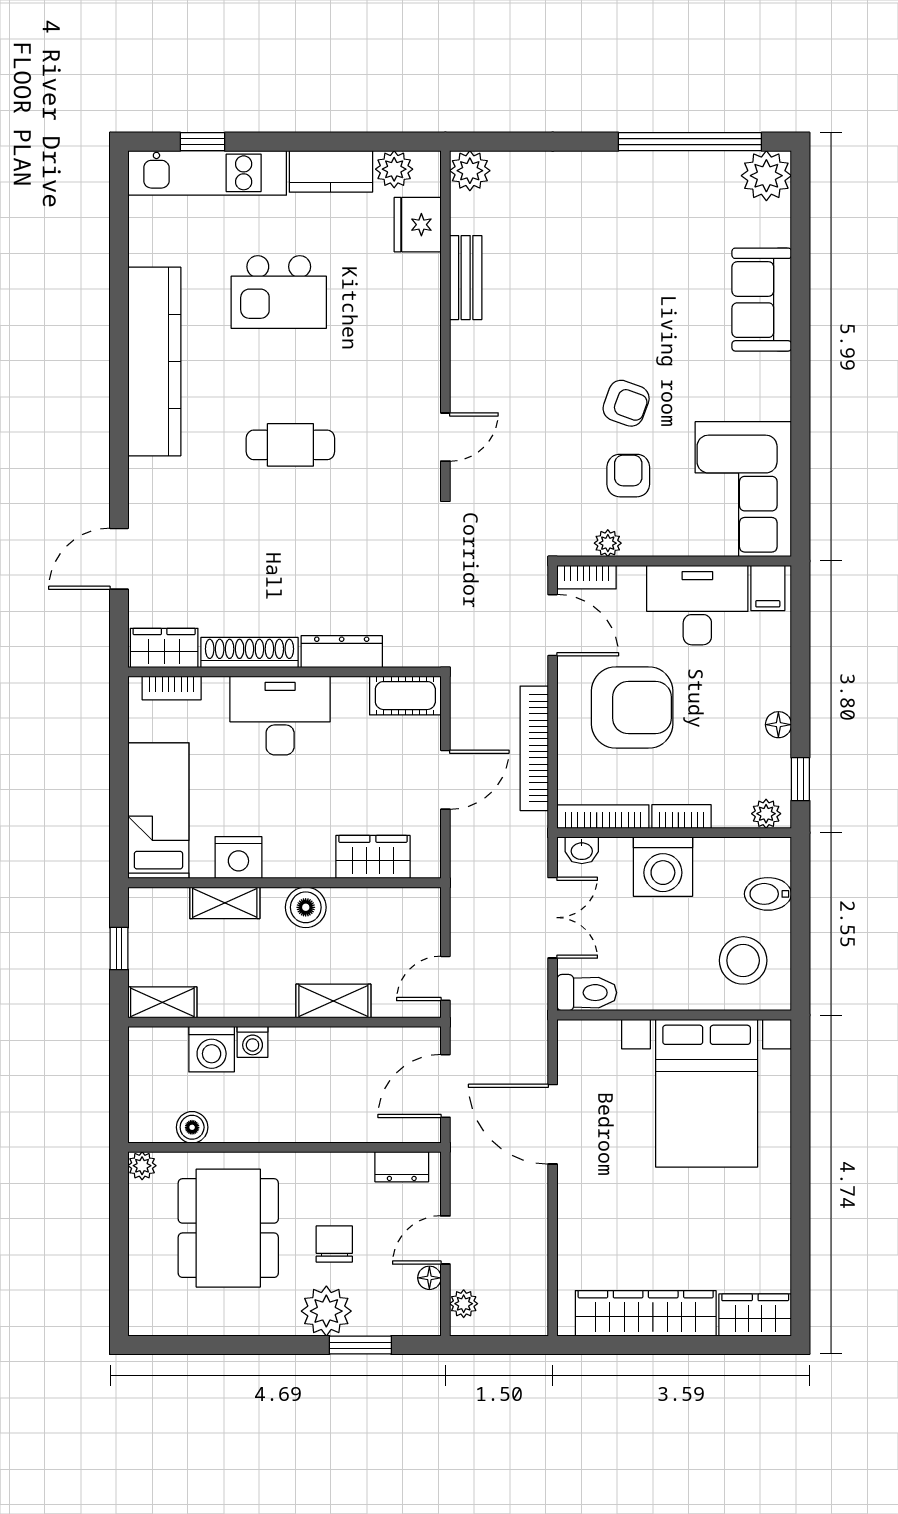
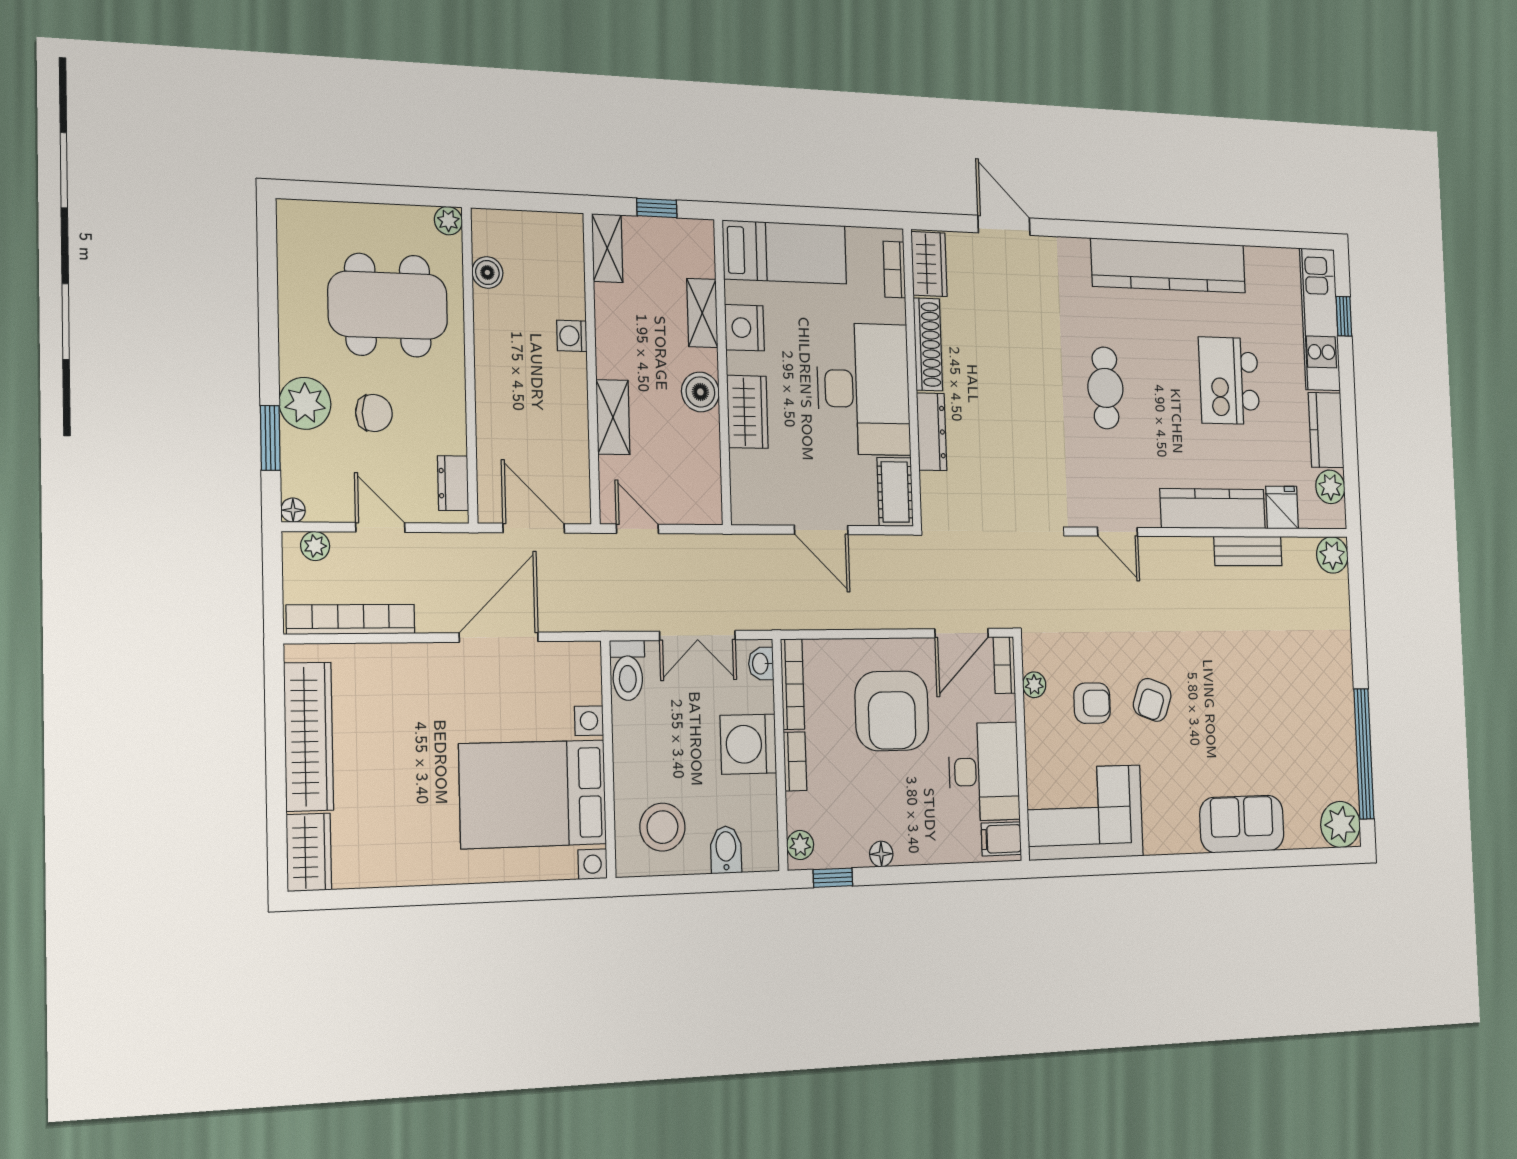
fridge: (418, 225) -> (1282, 507), width x0.72
kitchen counter: (420, 319) -> (1213, 509), added
desk: (280, 715) -> (864, 389), width x1.36, depth x1.30
bookcase: (534, 748) -> (351, 619), moved
wardrobe: (373, 857) -> (747, 412), moved
washing machine: (212, 1049) -> (564, 295), removed
floor lamp: (429, 1278) -> (293, 510), moved

